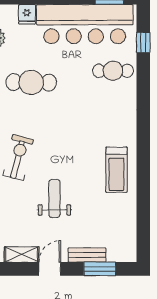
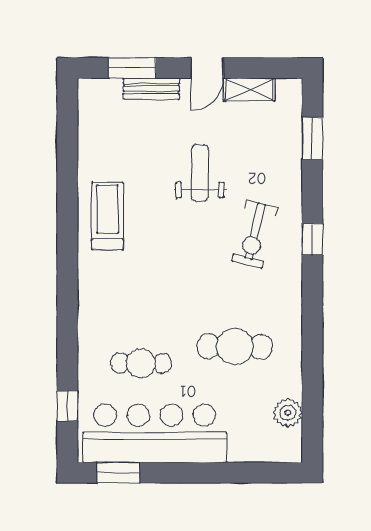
fridge: (27, 14) -> (241, 448), removed
cafe table: (113, 71) -> (141, 363), moved
weight bench: (54, 198) -> (200, 173), turned 180

